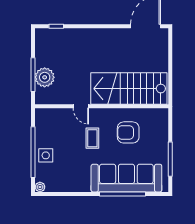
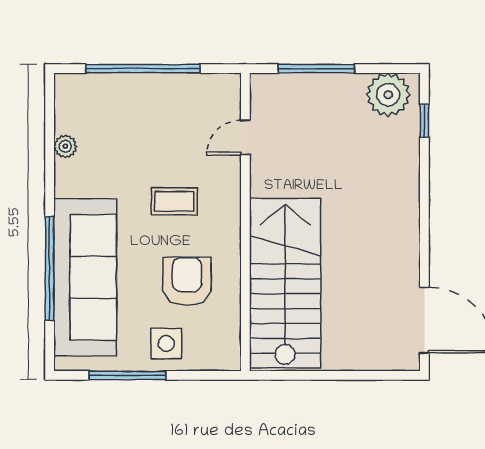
plant: (45, 77) -> (388, 95), moved
door: (81, 106) -> (245, 137), moved
side table: (46, 155) -> (166, 344), moved
plant: (40, 187) -> (65, 146), moved

